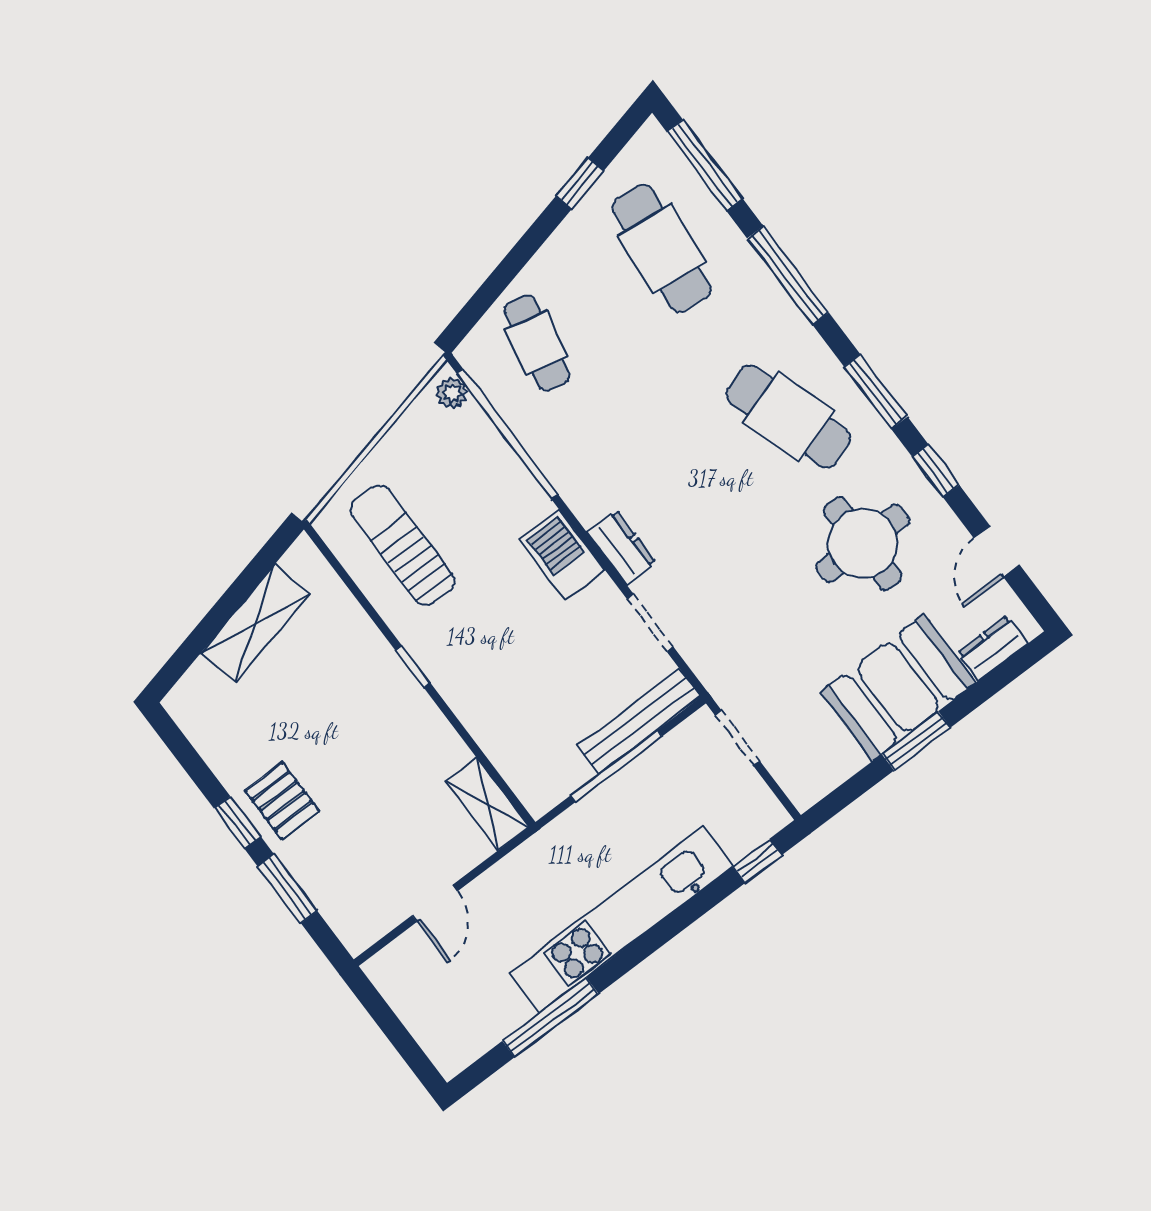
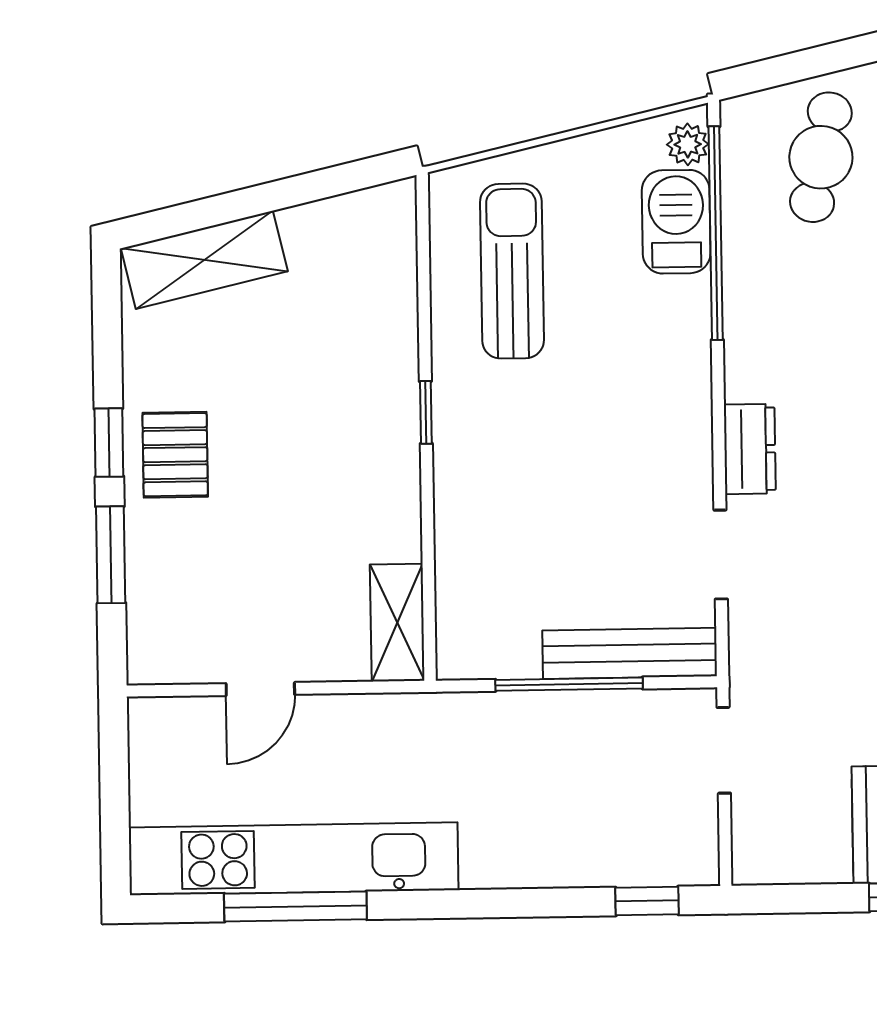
barbecue: (562, 555) -> (676, 222), moved
shelving: (255, 624) -> (204, 260), moved
kitchen unit: (622, 919) -> (294, 859), moved

